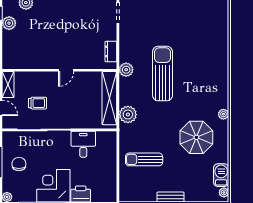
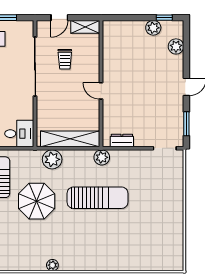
parasol: (196, 137) -> (37, 201), moved
desk: (83, 144) -> (19, 134), moved

